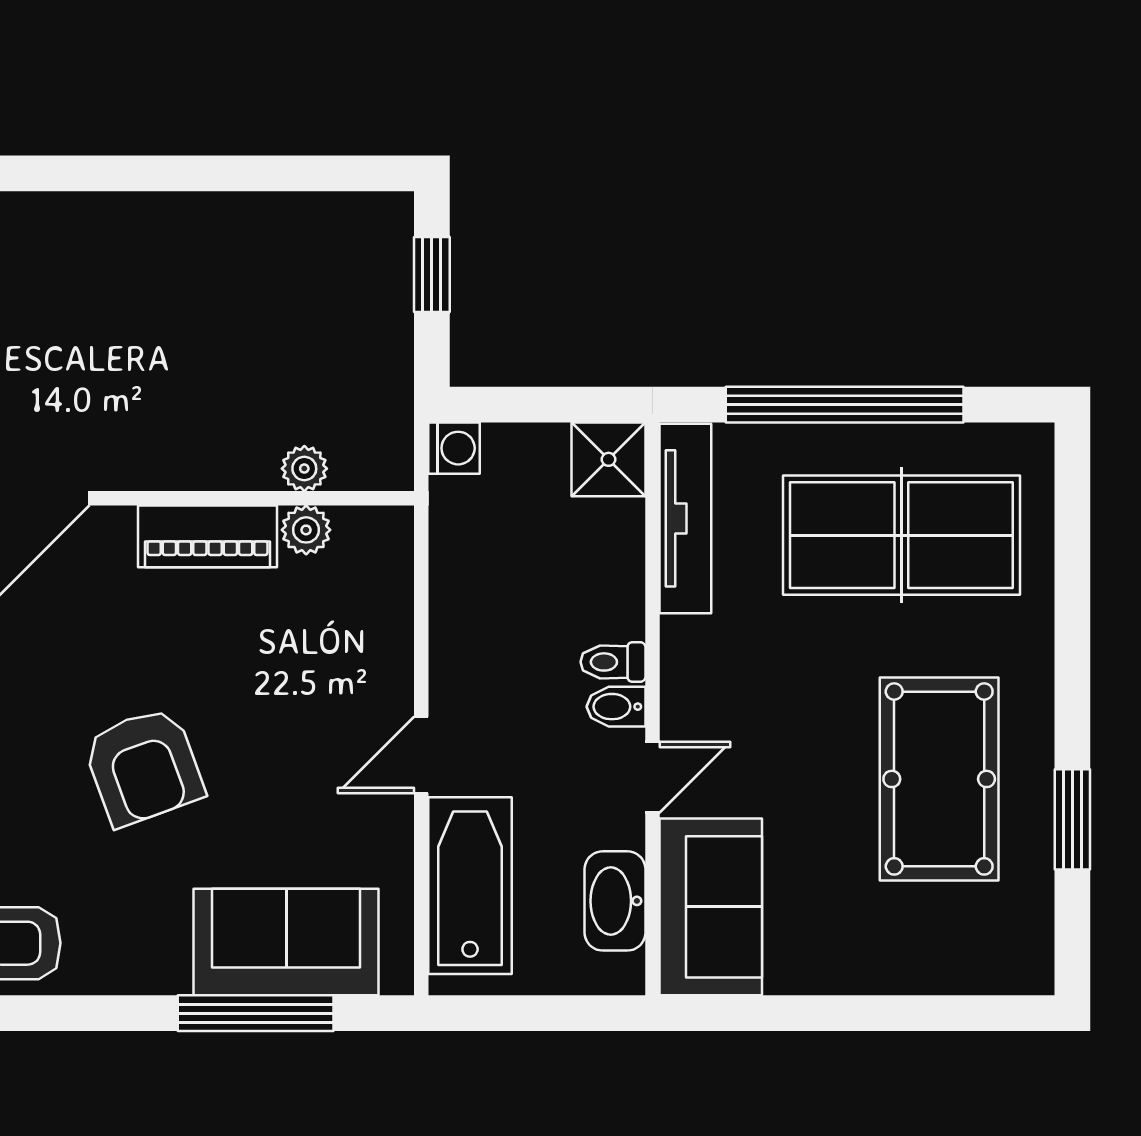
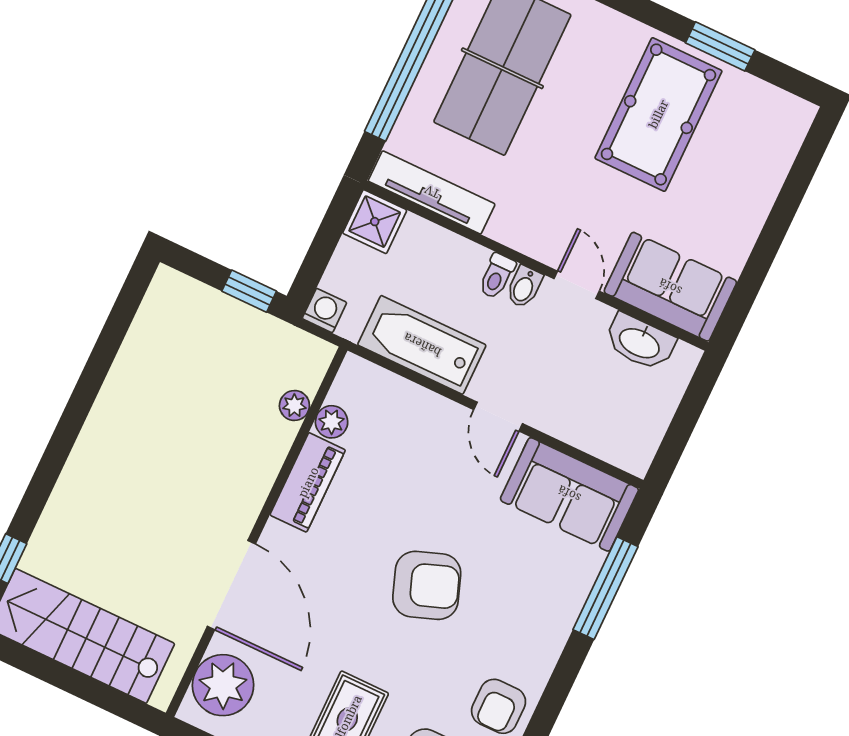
window: (432, 274) -> (249, 291), moved
pool table: (939, 779) -> (658, 114), turned 90
bathtub: (470, 886) -> (422, 345), moved
sofa: (286, 942) -> (569, 494), moved, turned -90

